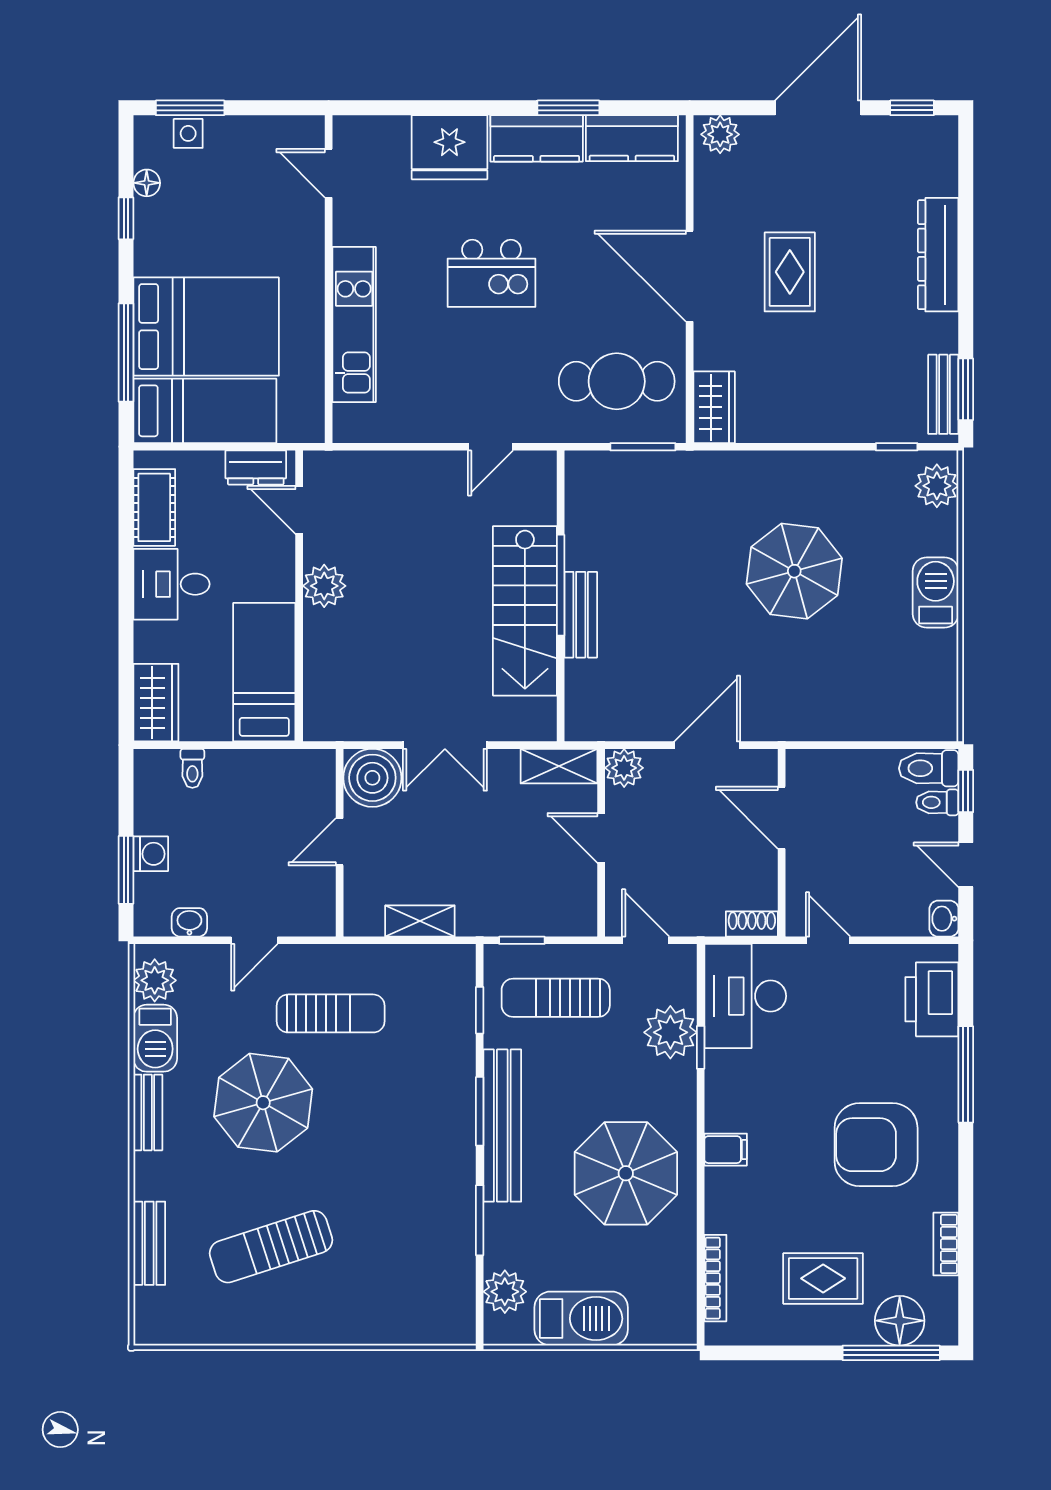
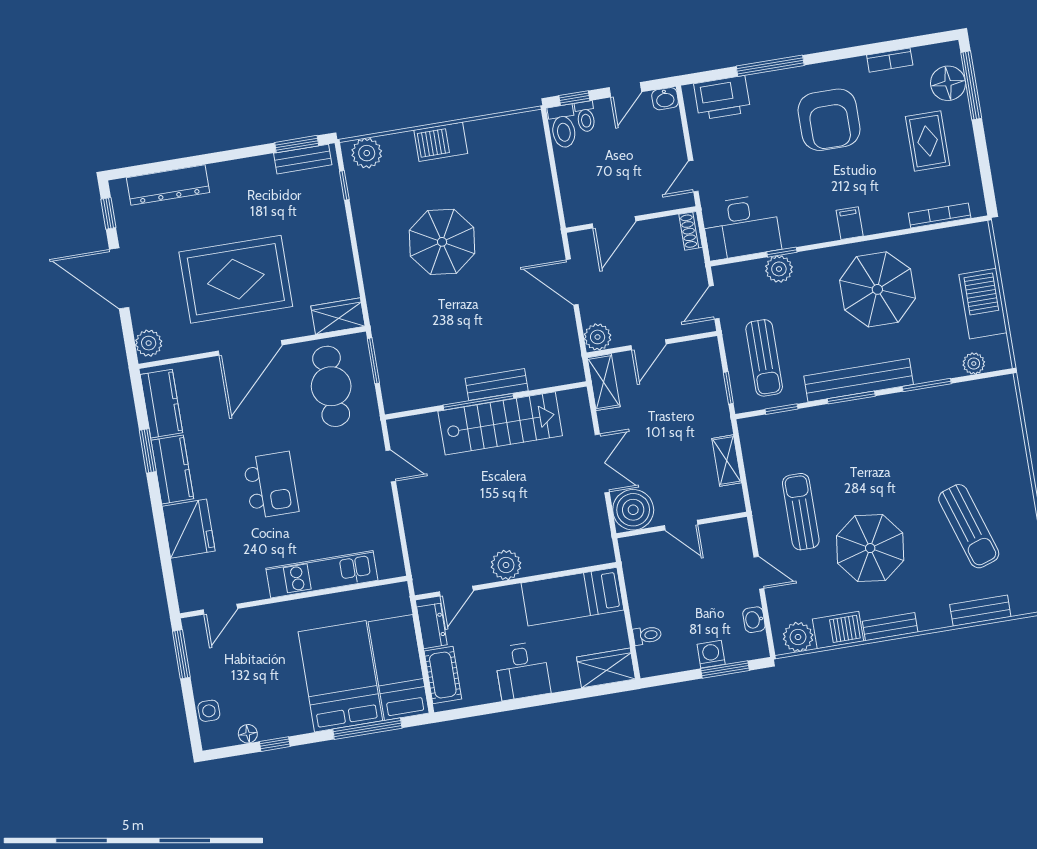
window: (190, 108) -> (181, 654), moved
dresser: (938, 255) -> (168, 185), moved
rug: (790, 272) -> (236, 279), width x1.86, depth x2.06
cot: (154, 507) -> (443, 675), moved, turned 90
plant: (670, 1032) -> (779, 269), width x0.73, depth x0.73
plant: (505, 1292) -> (974, 364), width x0.73, depth x0.73

